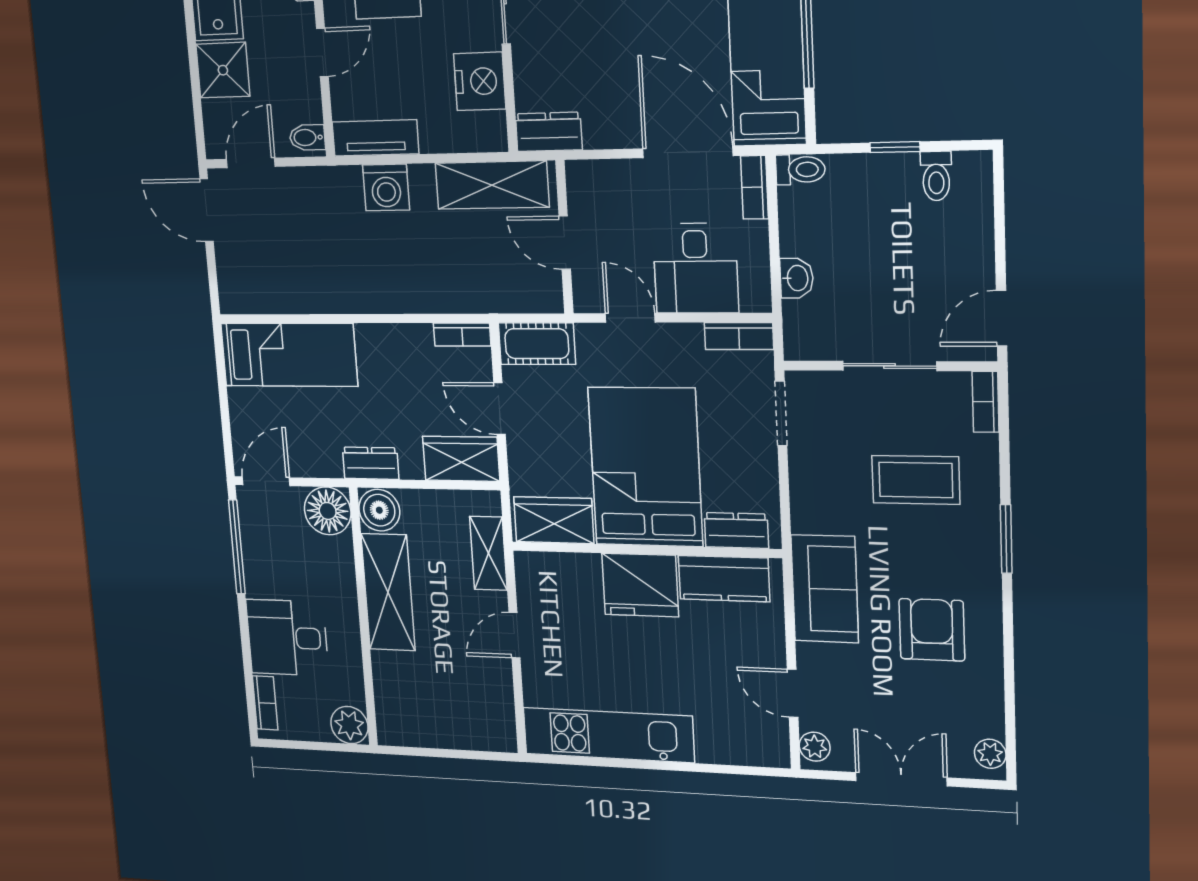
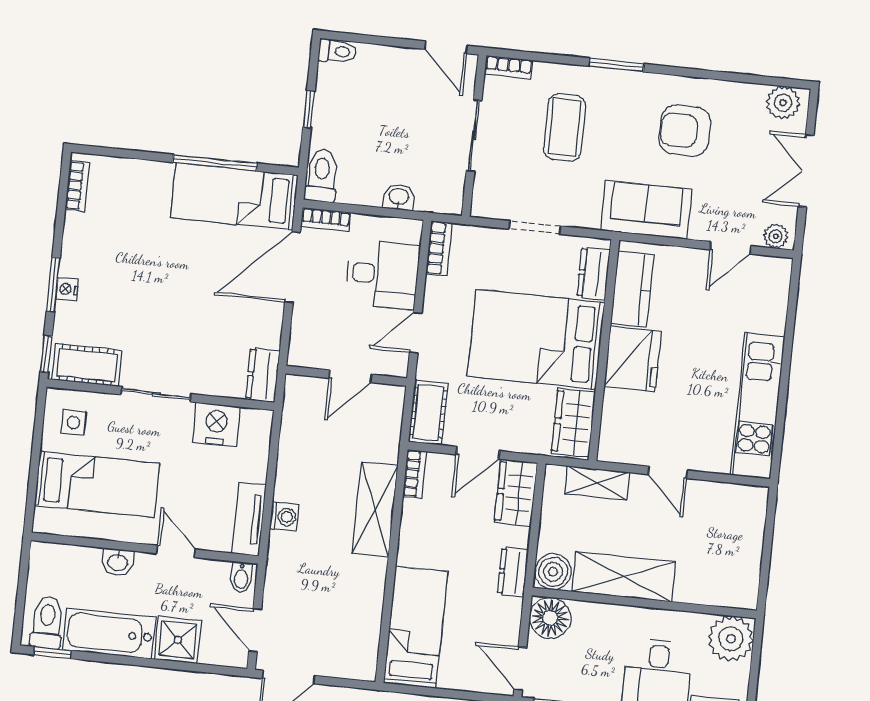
toilet: (800, 170) -> (322, 176), width x1.37, depth x1.39
toilet: (936, 176) -> (337, 51), moved
shelving: (492, 185) -> (375, 510), moved
washing machine: (386, 187) -> (284, 517), width x0.73, depth x0.73
doorway: (781, 413) -> (535, 227), moved
plant: (349, 725) -> (731, 639), width x1.36, depth x1.36
plant: (990, 754) -> (783, 103), width x1.38, depth x1.38

